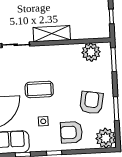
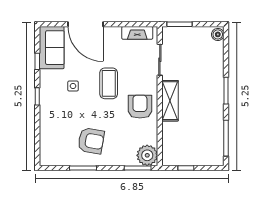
plant: (91, 52) -> (147, 155), moved
armchair: (71, 132) -> (140, 107), moved
plant: (106, 138) -> (51, 155), removed

